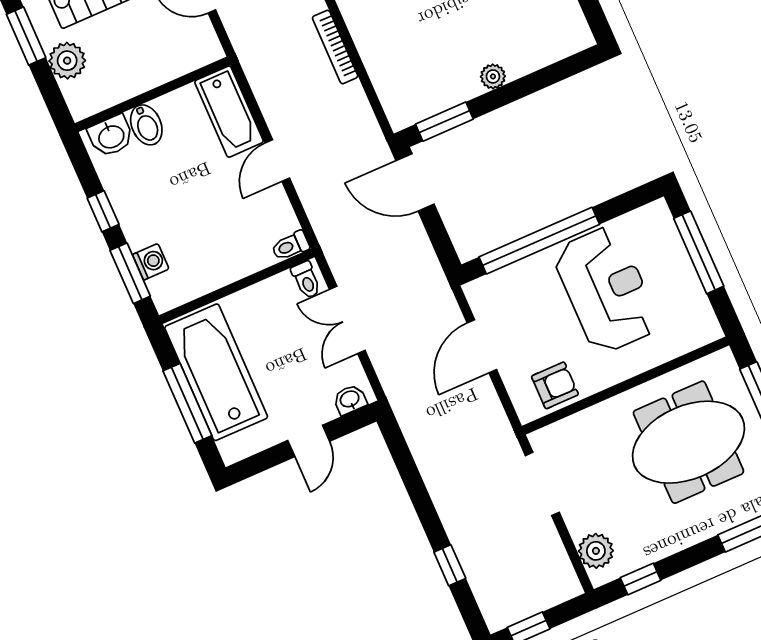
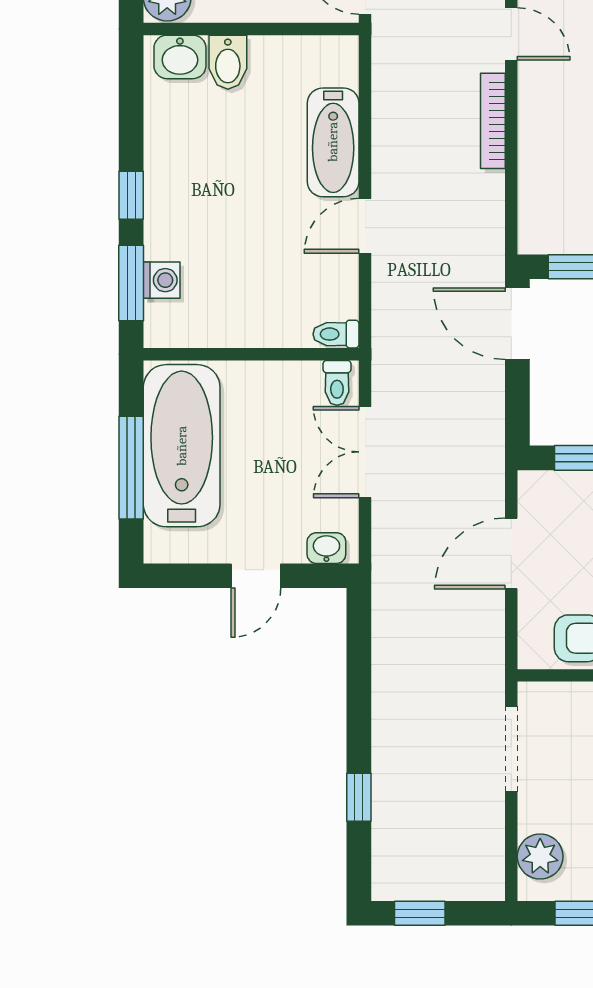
wall: (152, 94) -> (251, 29), moved
bidet: (146, 125) -> (228, 62), moved
washbasin: (111, 136) -> (180, 57), moved

